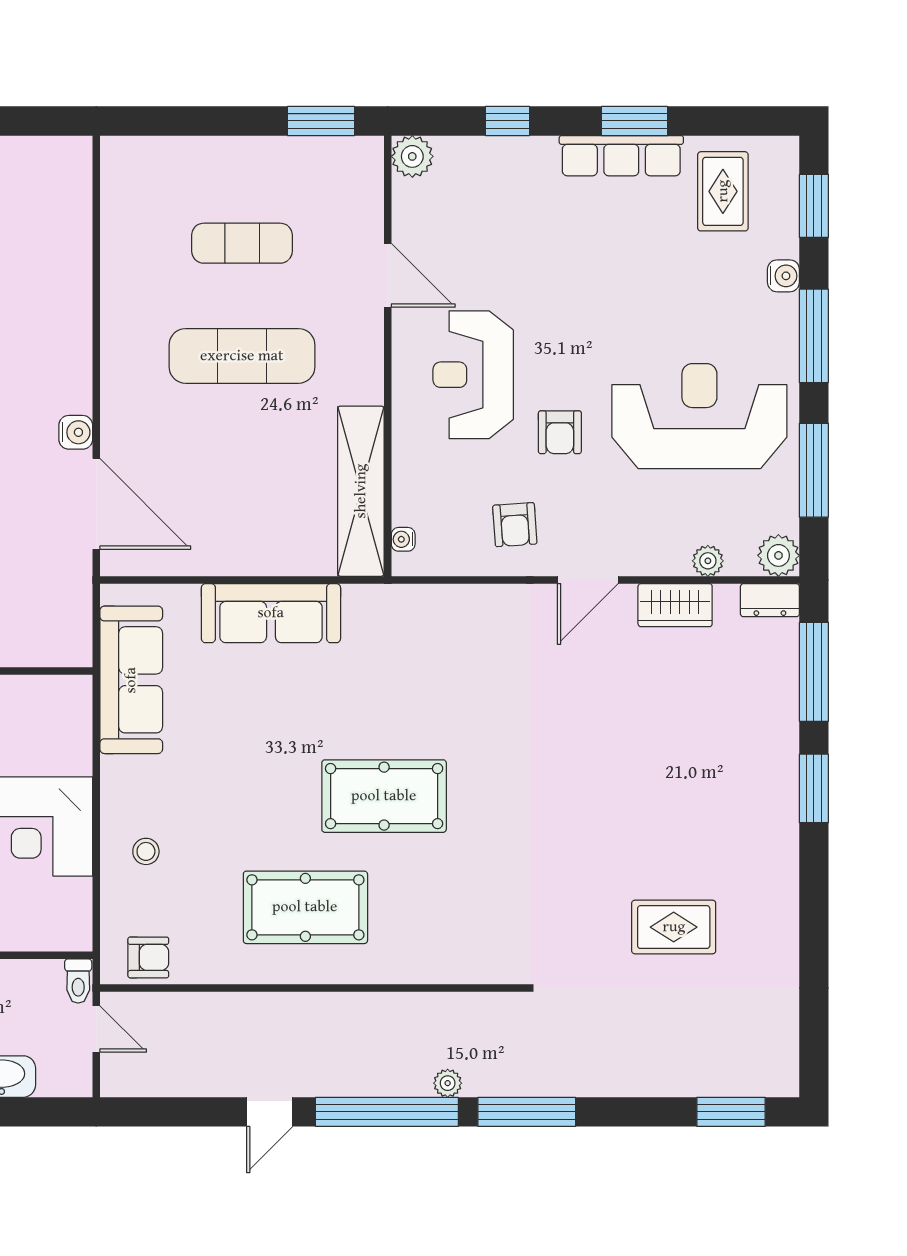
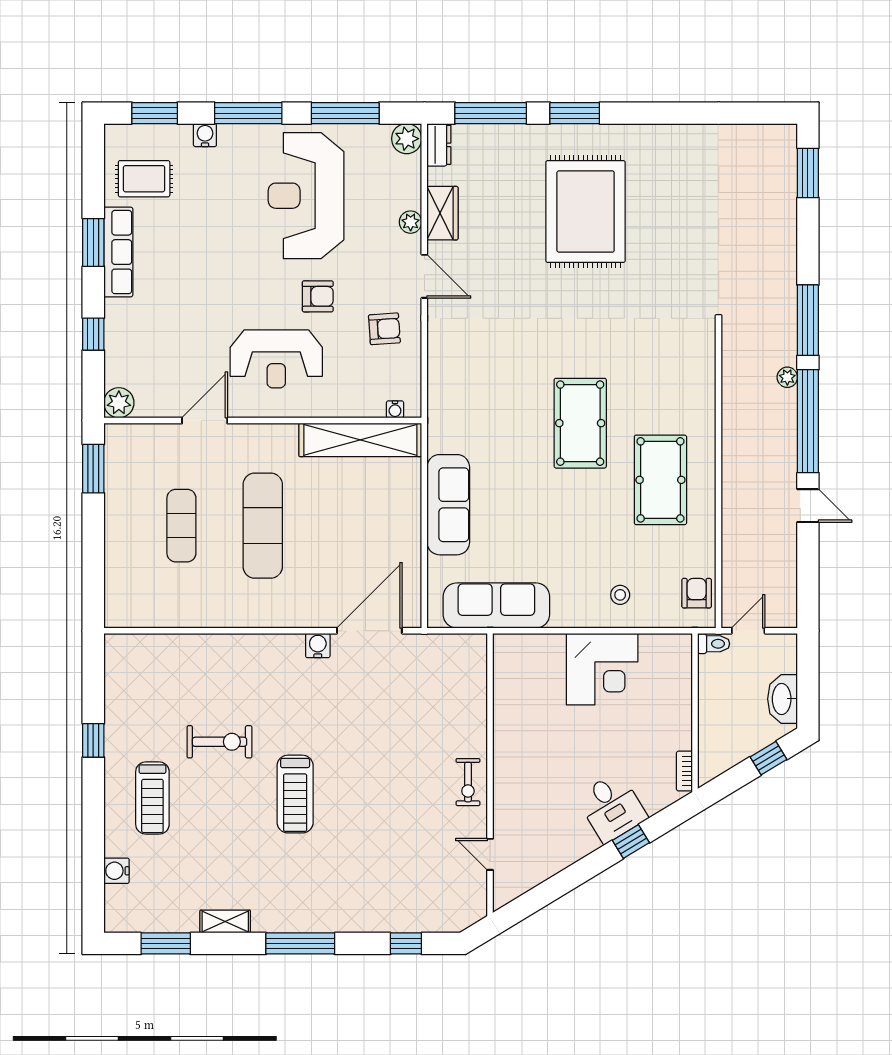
plant: (708, 561) -> (411, 222), moved
rug: (674, 927) -> (586, 212), moved, width x1.86, depth x2.06

